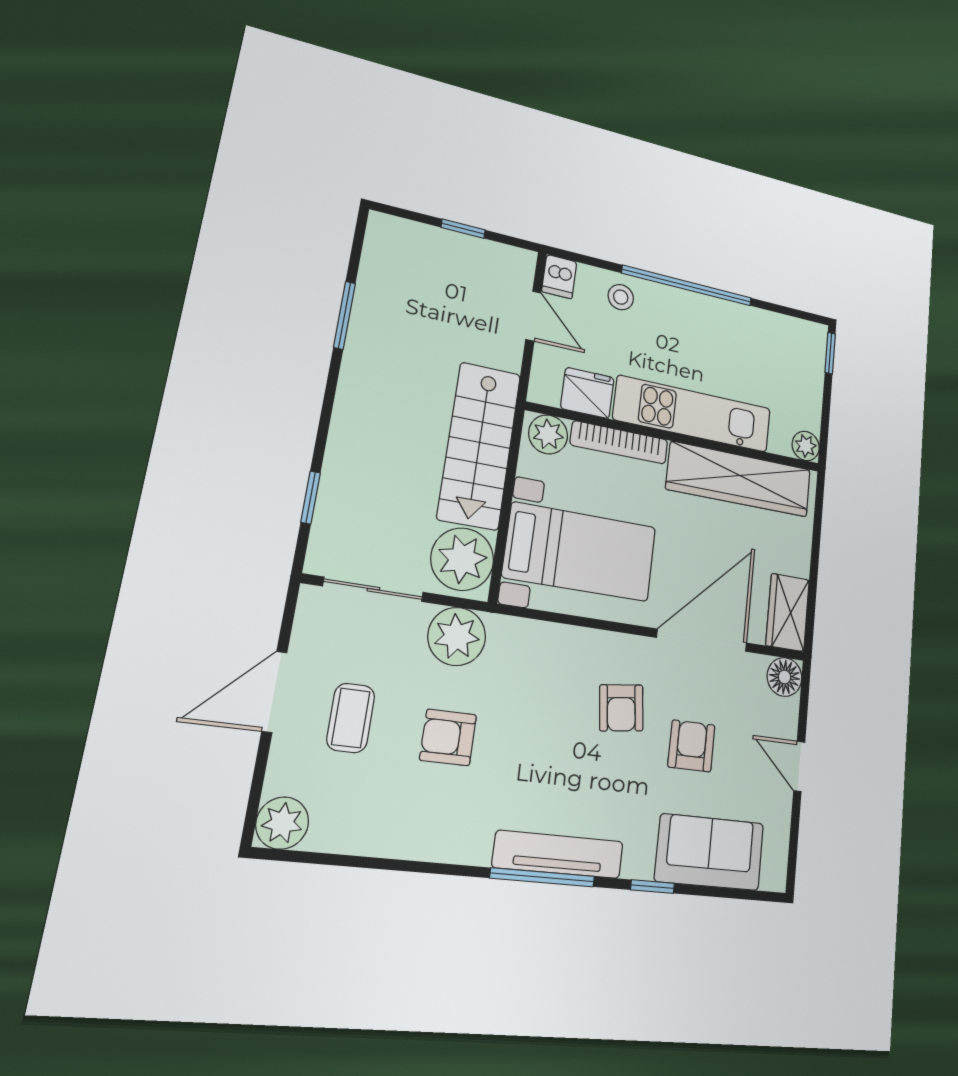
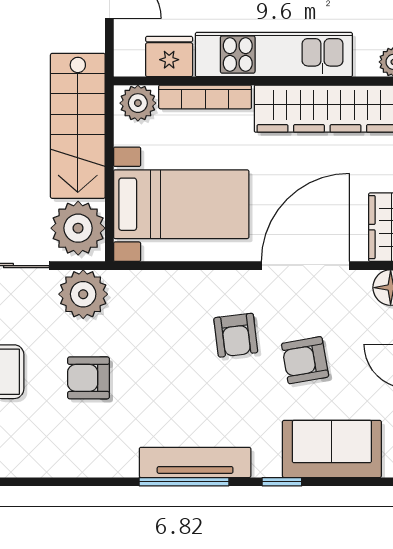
armchair: (691, 746) -> (305, 360), turned -100

